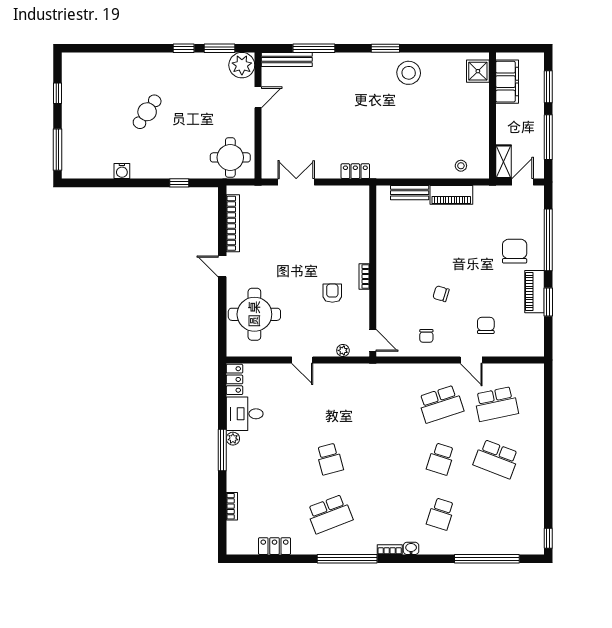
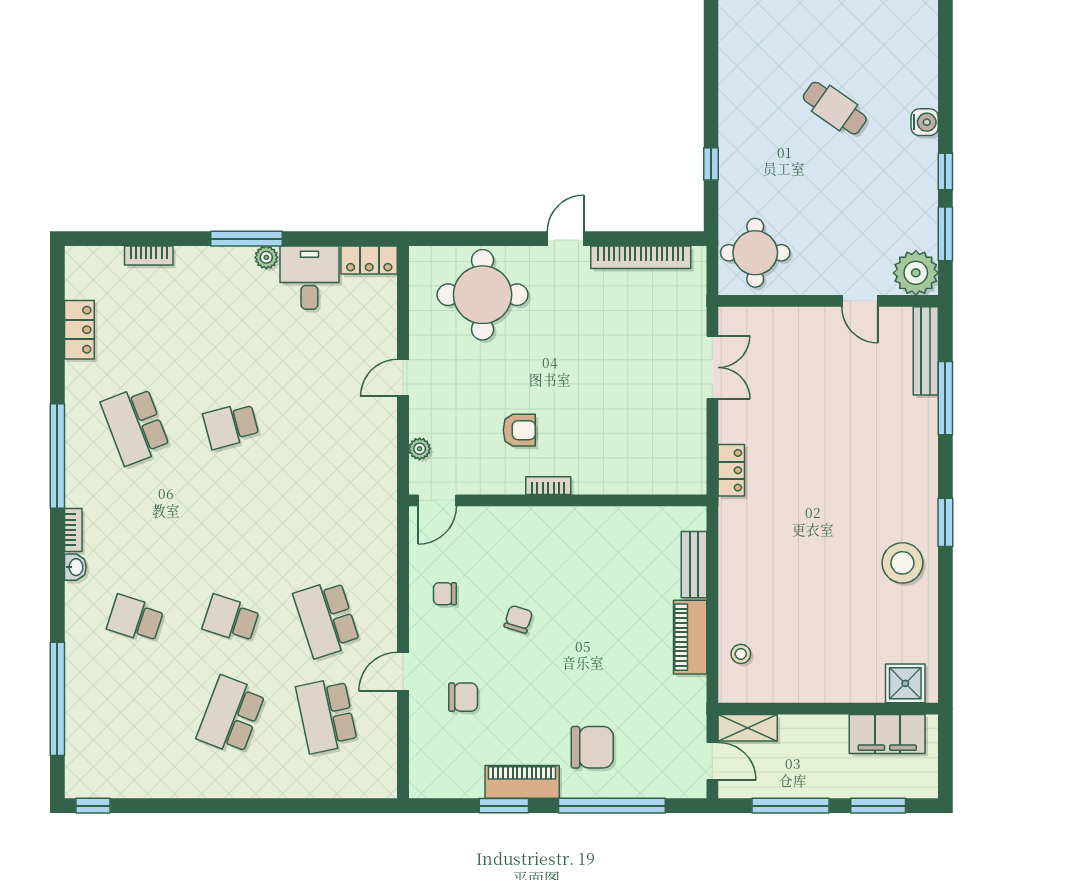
water cooler: (122, 171) -> (925, 122), moved, turned 180

